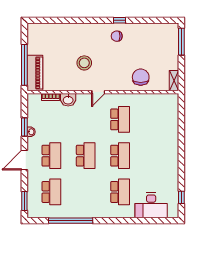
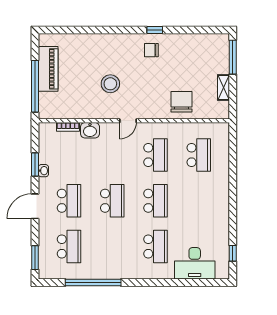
piano: (35, 73) -> (48, 69), moved
shelving: (174, 81) -> (224, 87), moved
school desk: (154, 119) -> (199, 155), added

